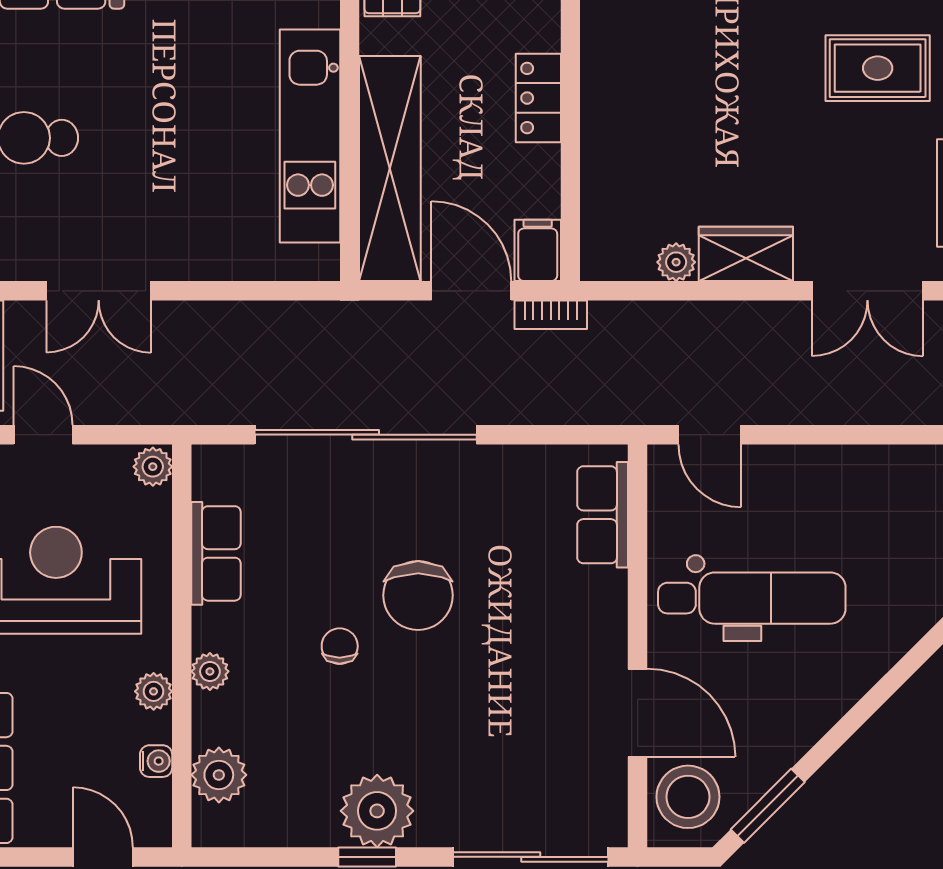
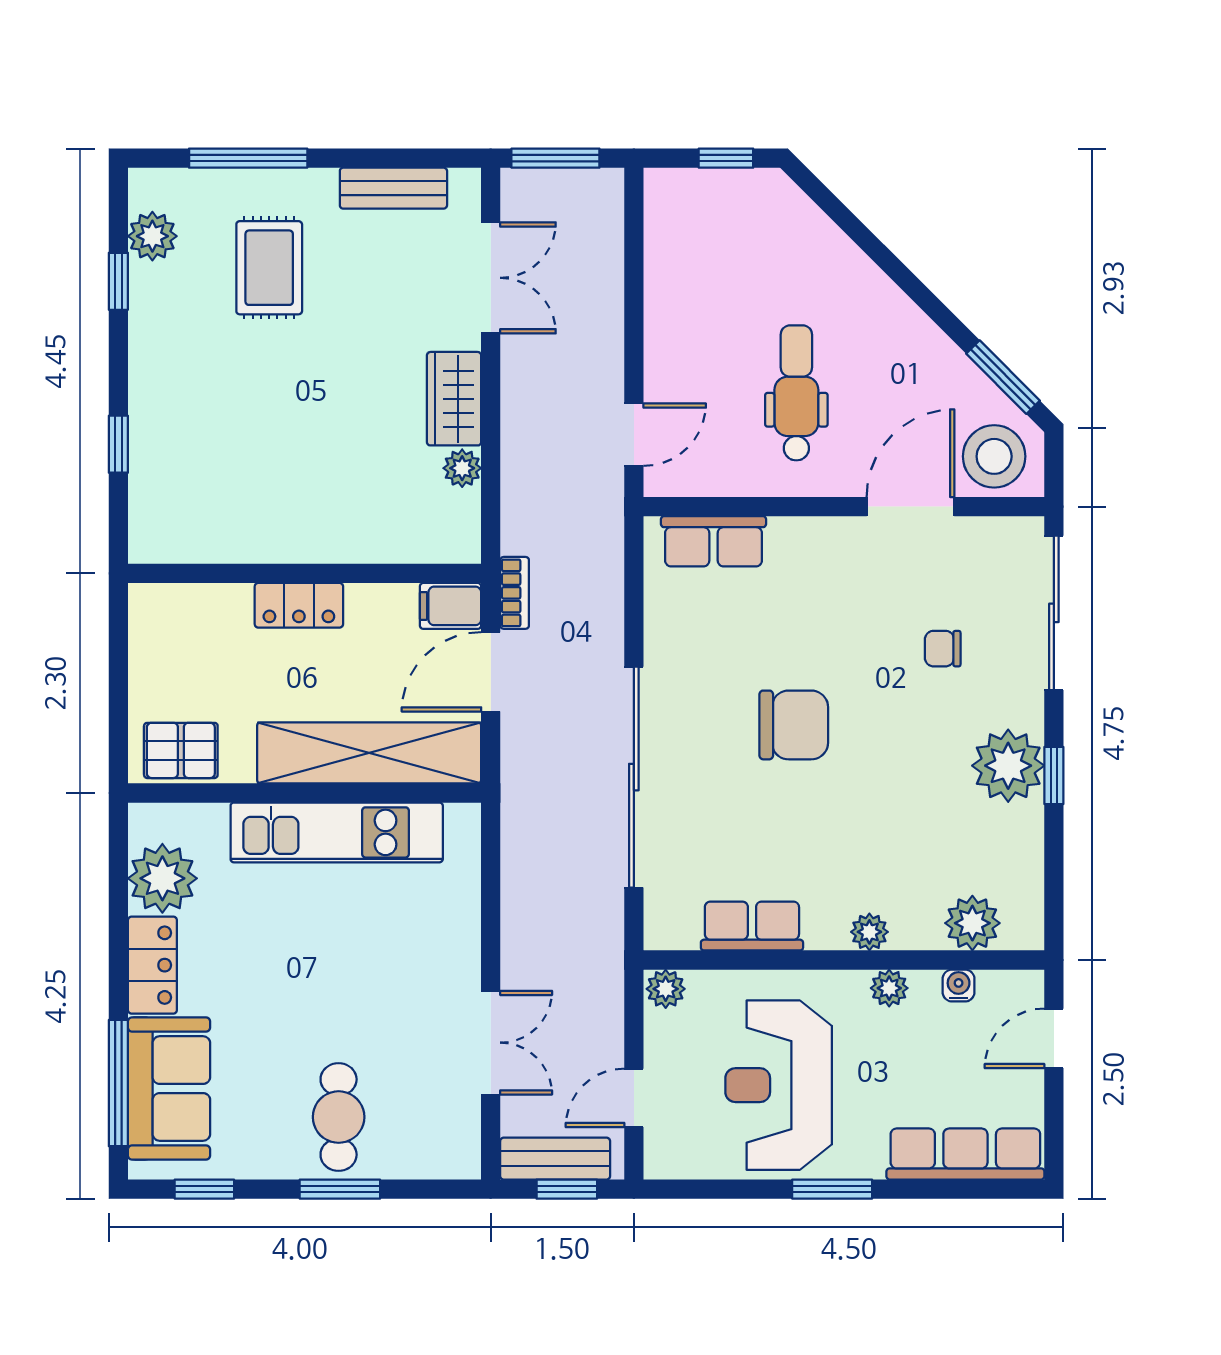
dental chair: (752, 598) -> (796, 393), width x0.73, depth x0.72
chair: (340, 646) -> (943, 649), moved

